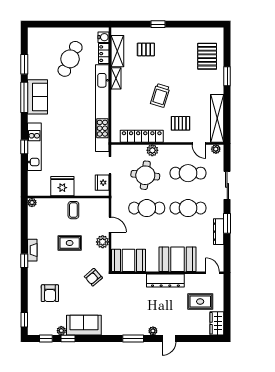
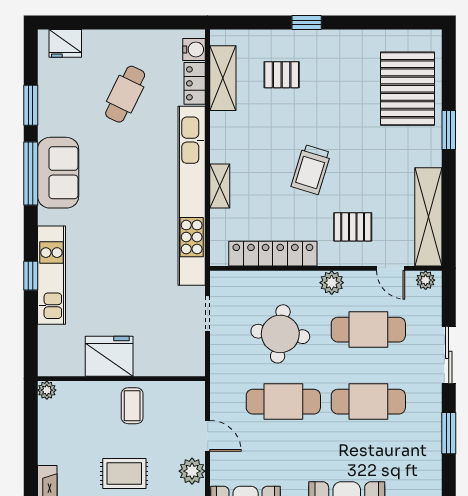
pallet: (207, 56) -> (408, 89), width x1.37, depth x1.41
cafe table: (70, 59) -> (125, 94), width x0.73, depth x0.74
shelving: (116, 78) -> (220, 186), moved
plant: (152, 150) -> (332, 283), moved
fridge: (102, 183) -> (65, 43), moved, turned -90
dresser: (219, 232) -> (431, 450), removed

